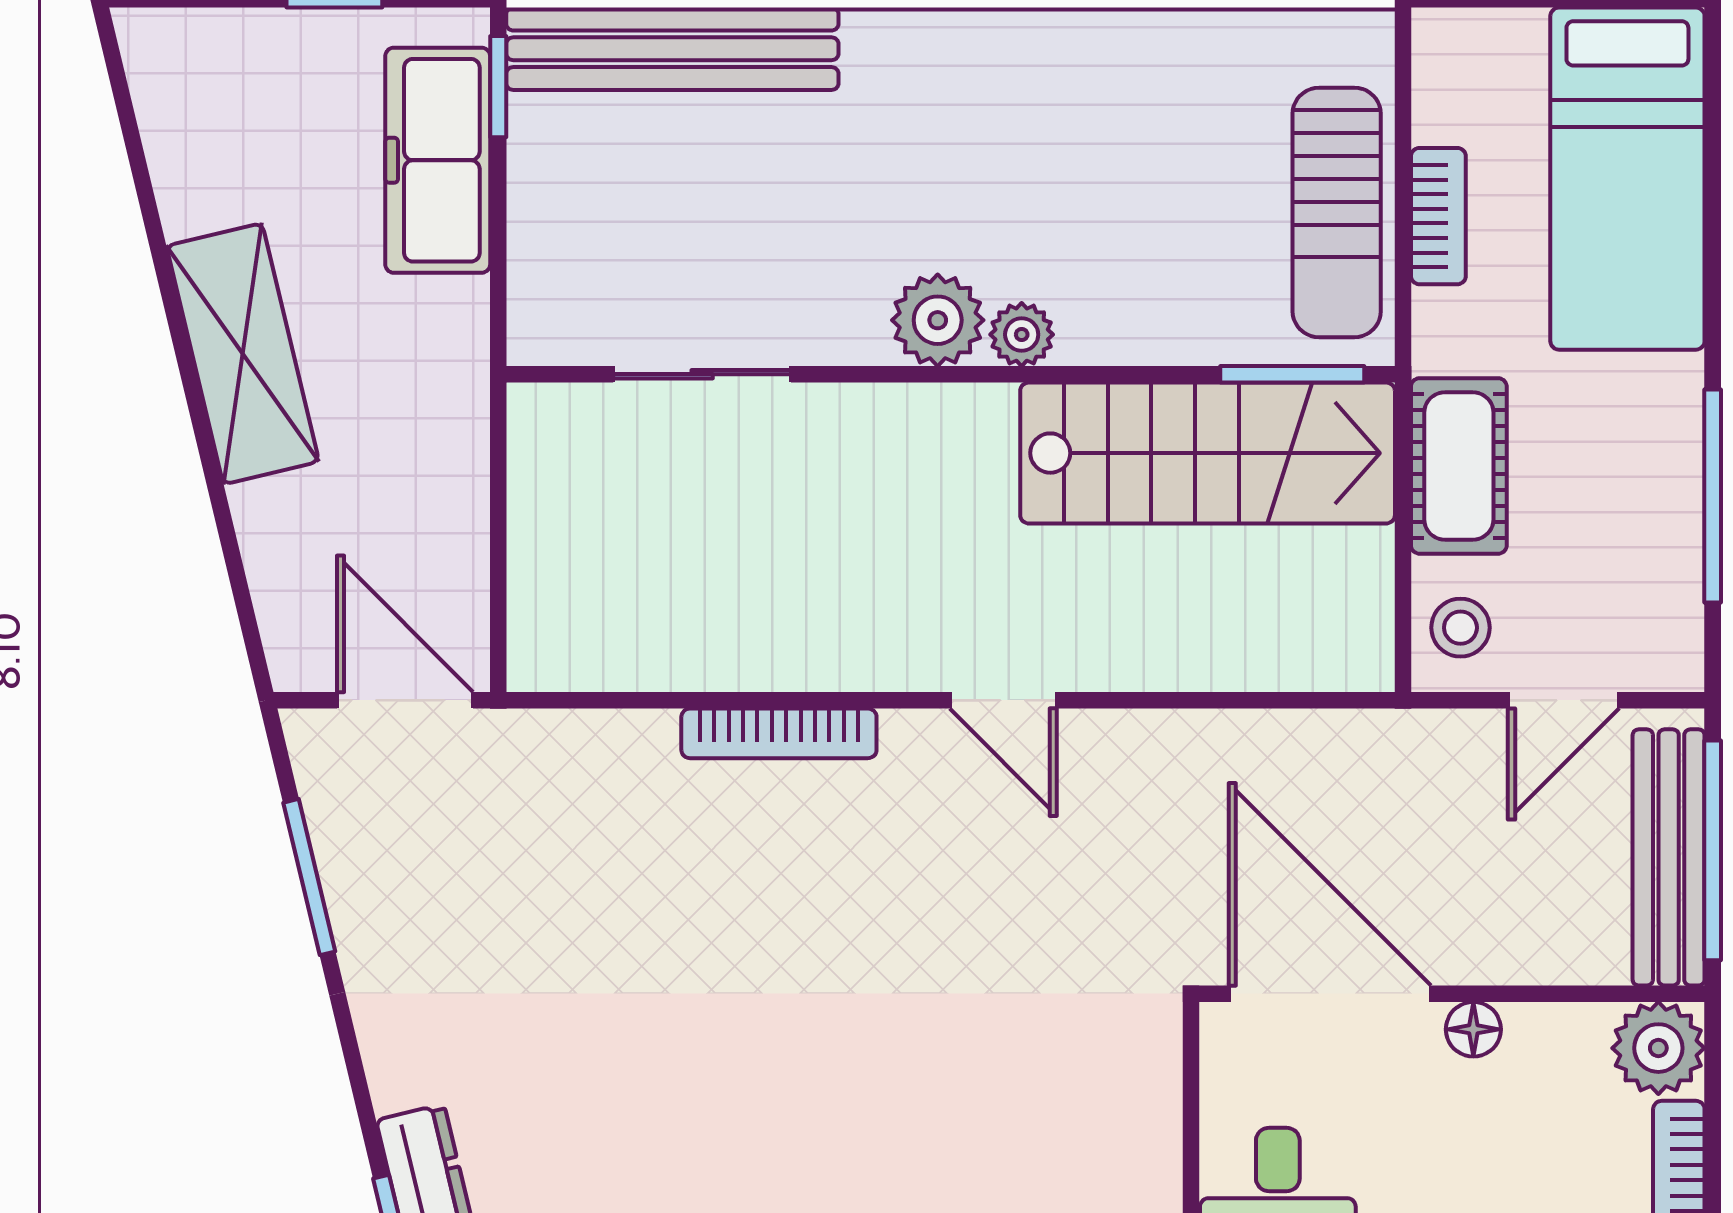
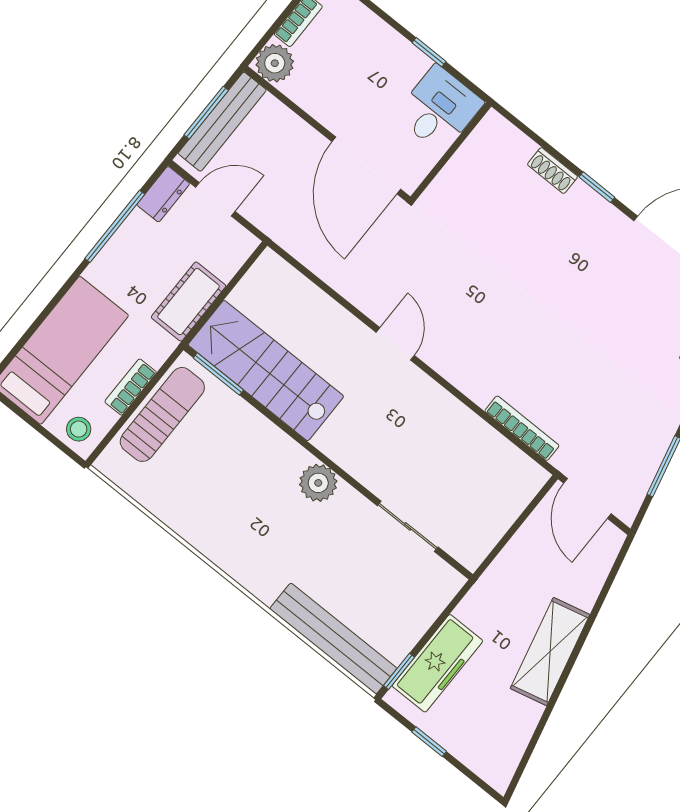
plant: (1022, 335) -> (295, 457), removed
stool: (1460, 628) -> (79, 429), moved
dresser: (1670, 631) -> (163, 194), added
bookcase: (779, 733) -> (522, 428), moved
window: (1713, 850) -> (206, 113), width x0.69
floor lamp: (1473, 1029) -> (329, 117), removed

